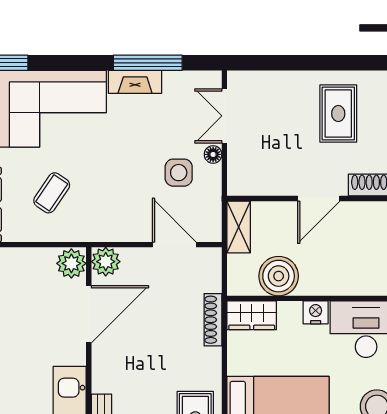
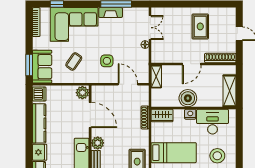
double door: (224, 116) -> (150, 28), swing flipped
side table: (179, 173) -> (107, 61), moved
plant: (106, 262) -> (98, 143), moved
boiler: (279, 276) -> (188, 98), moved
door: (89, 314) -> (90, 115), hinge flipped

